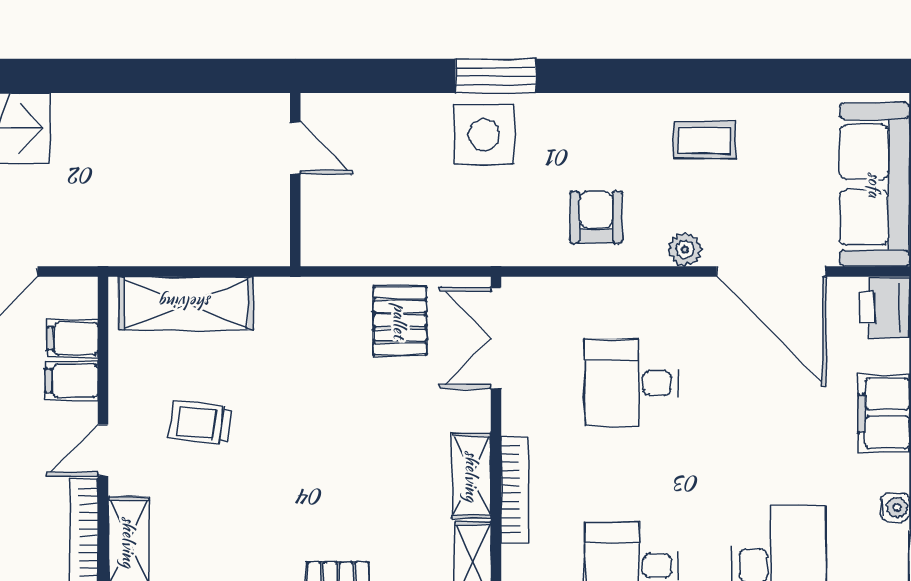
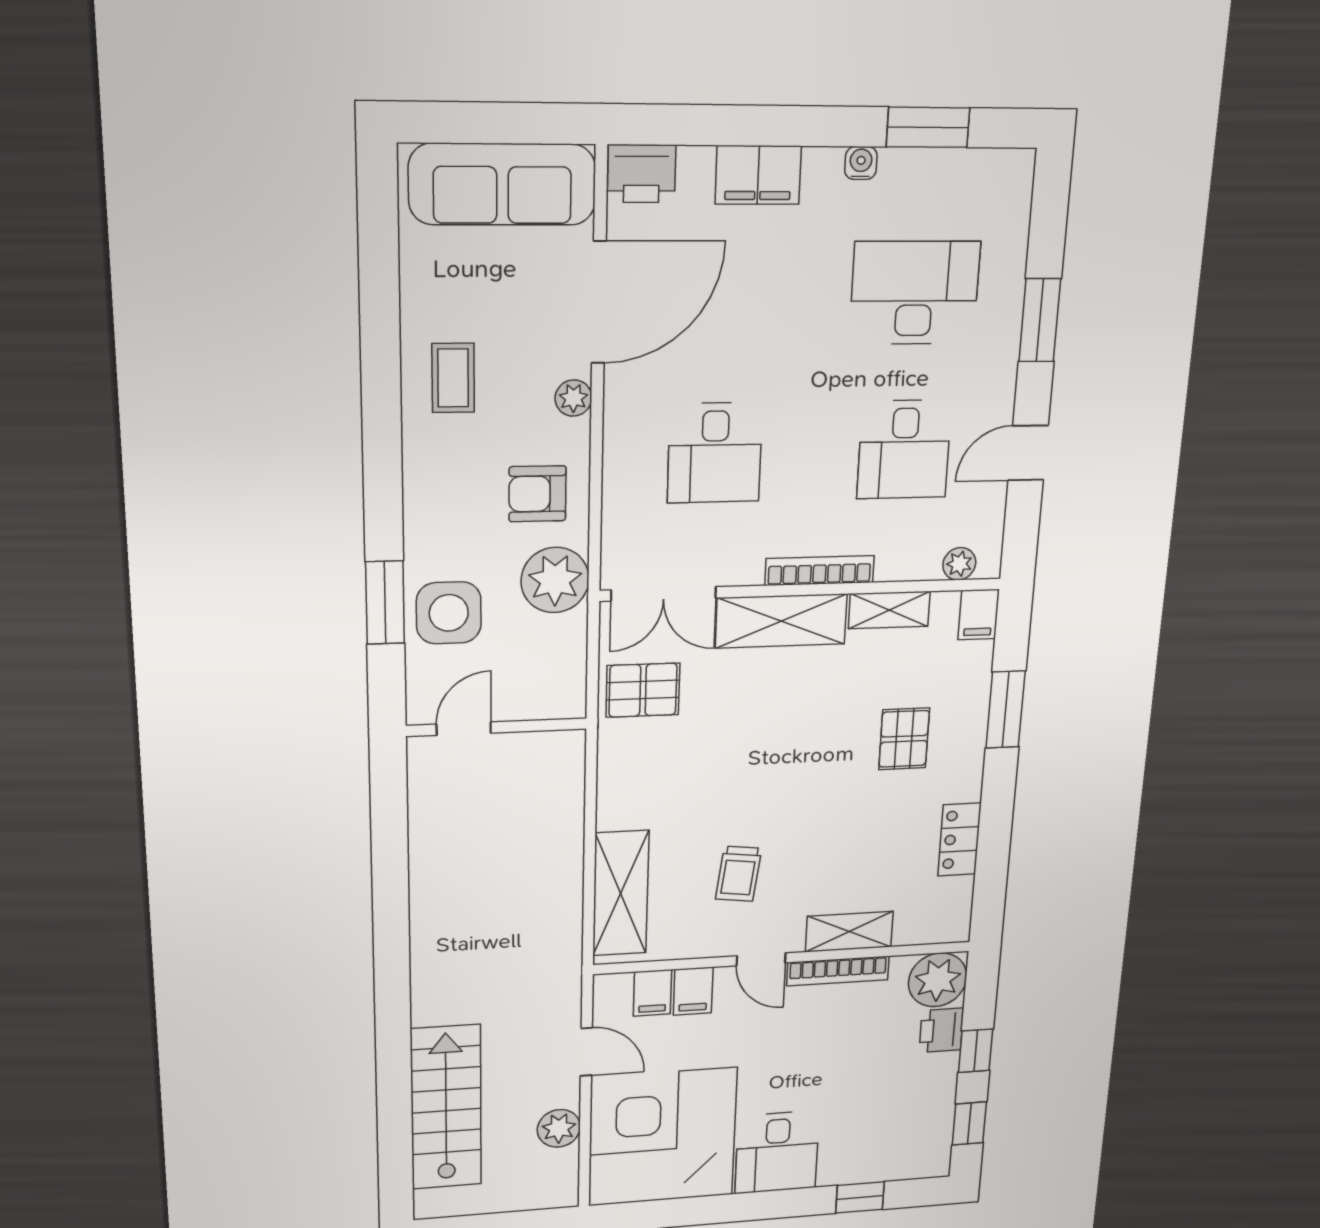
door: (295, 148) -> (464, 729), moved
wall: (295, 180) -> (497, 727), moved
plant: (513, 234) -> (555, 580), added
shelving: (472, 476) -> (781, 621), width x1.50, depth x1.33

